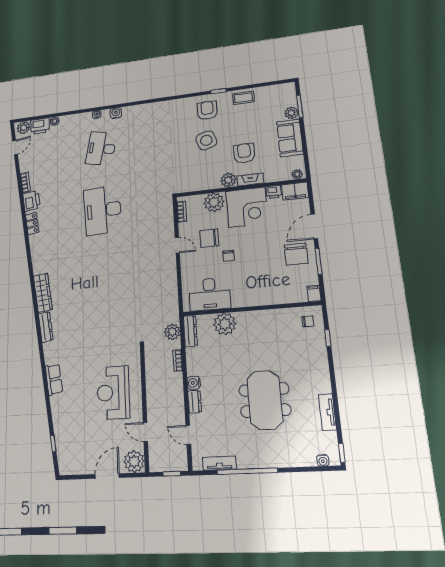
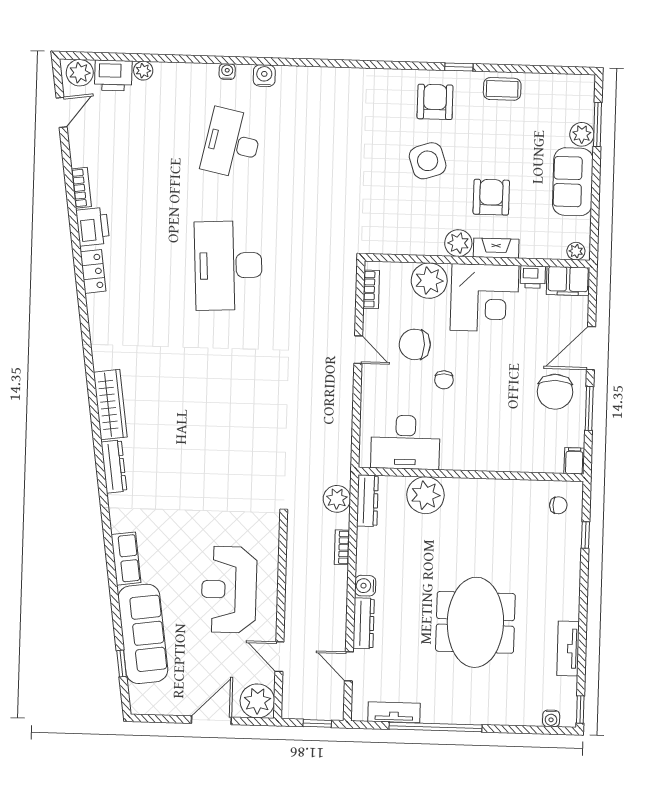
dresser: (195, 402) -> (364, 623), width x1.44
sofa: (65, 424) -> (143, 634), added

